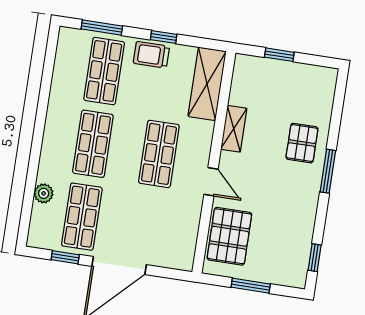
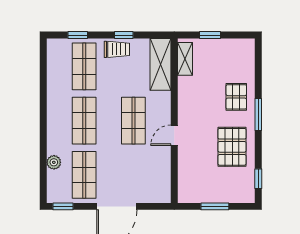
window: (102, 28) -> (78, 35), width x0.67
trolley: (151, 55) -> (117, 49), turned 180
shelving: (234, 129) -> (185, 59), moved
door: (211, 182) -> (174, 135), swing flipped
pallet: (229, 236) -> (232, 147), moved
window: (65, 257) -> (63, 206), moved

